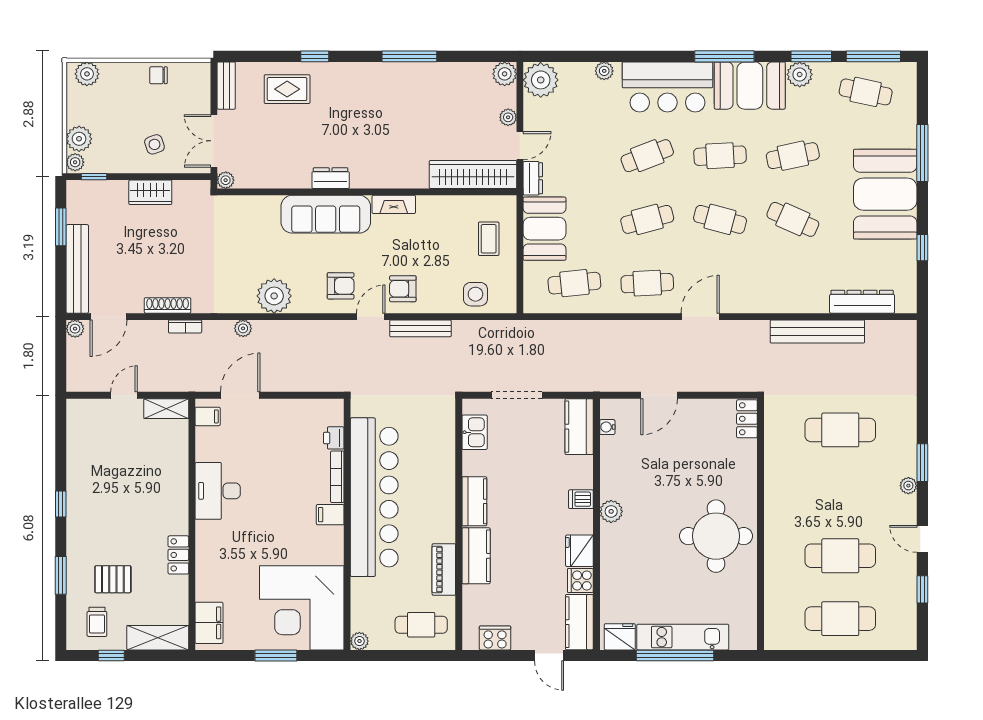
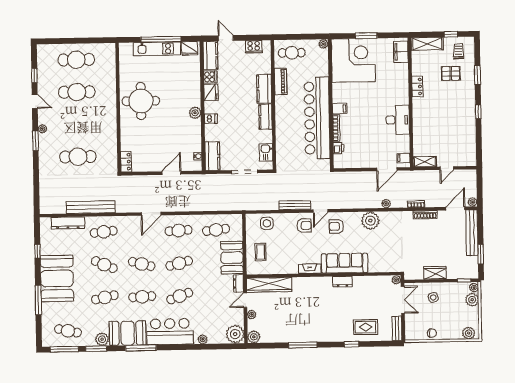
cafe table: (793, 283) -> (104, 232), added

